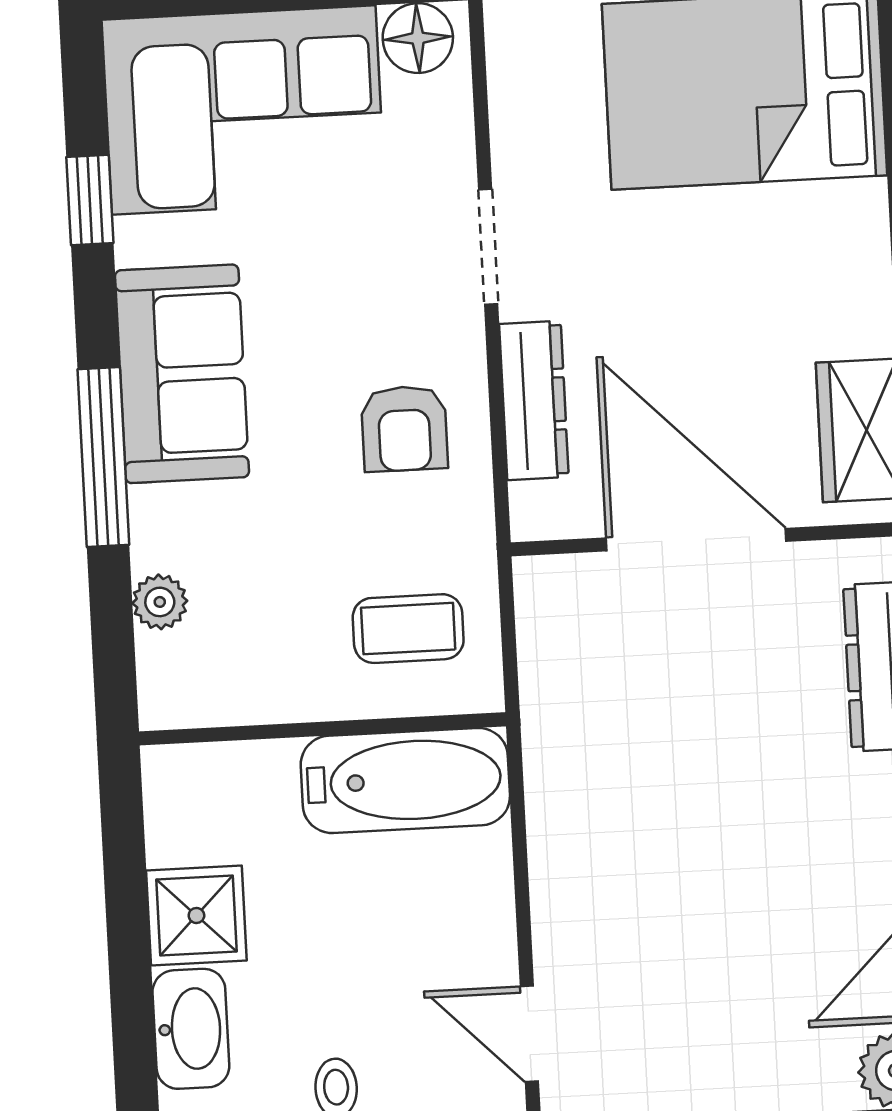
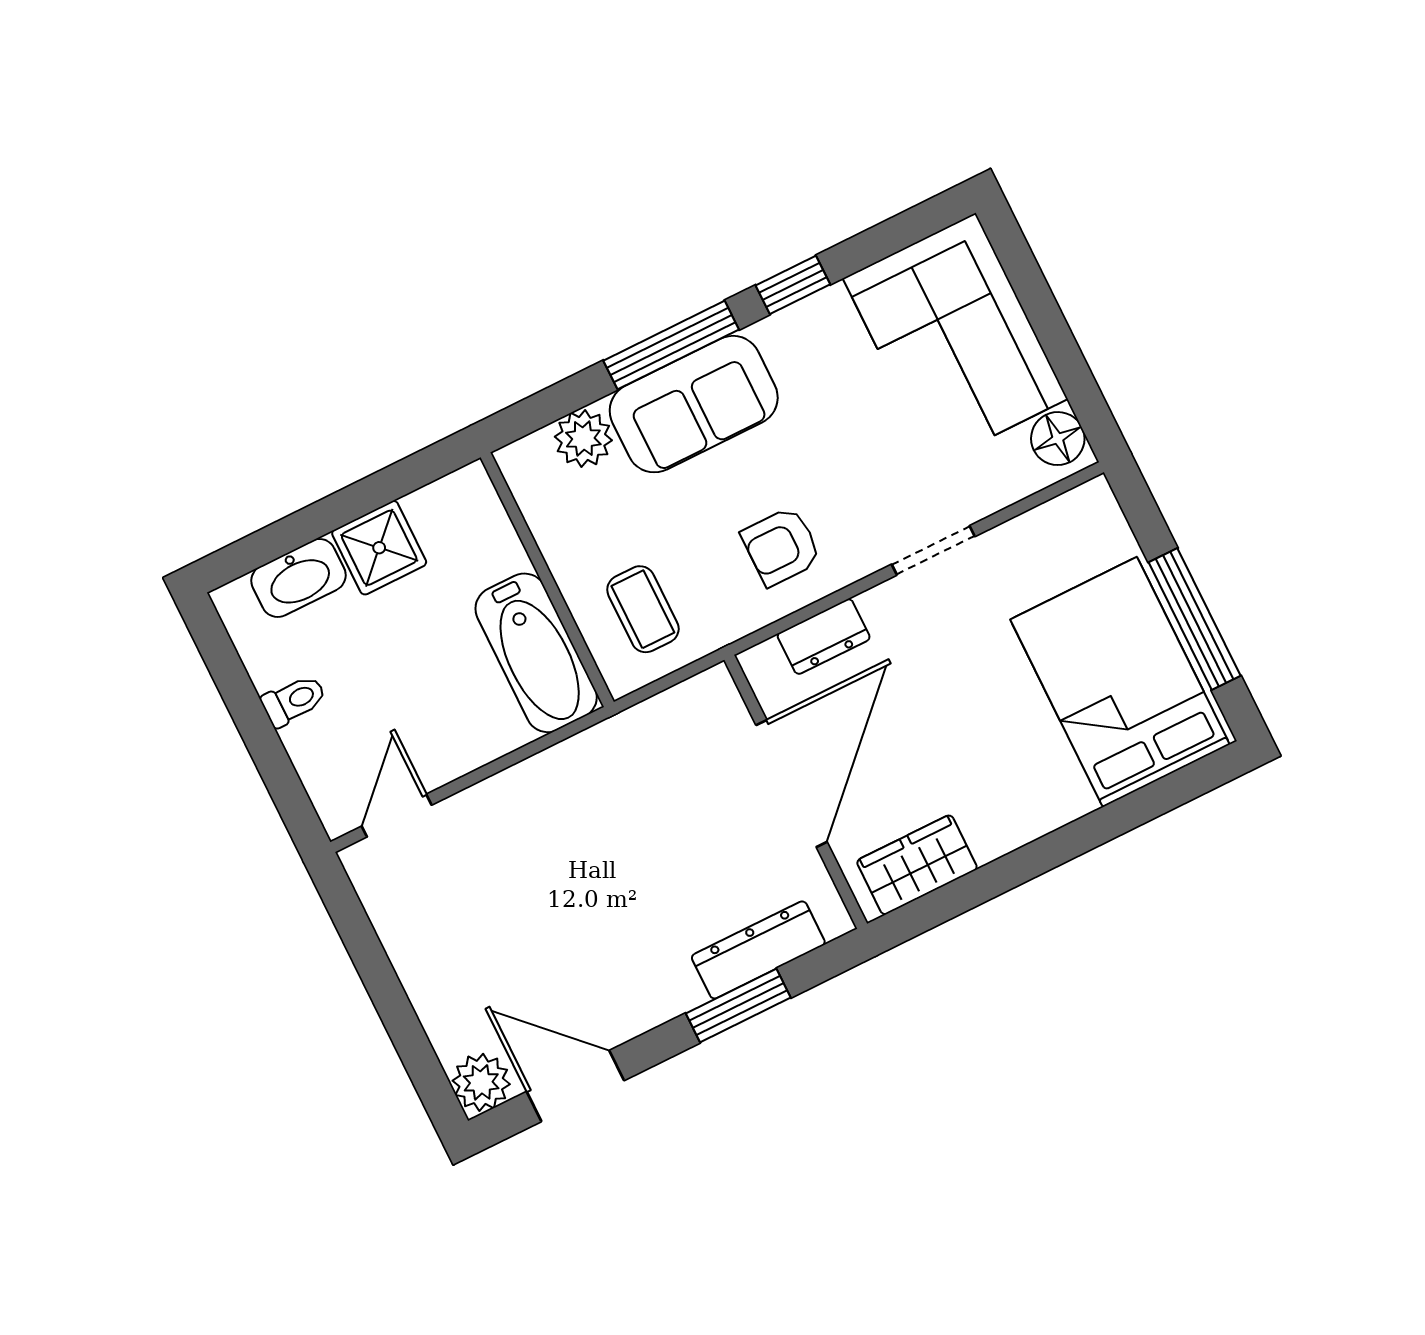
window: (90, 200) -> (793, 285), moved
sofa: (182, 374) -> (694, 404), moved
dresser: (534, 400) -> (824, 636), width x0.70
plant: (160, 602) -> (583, 438), width x1.38, depth x1.38

